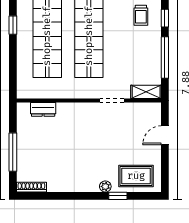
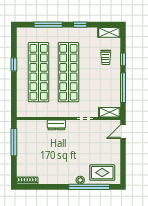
dresser: (43, 109) -> (56, 125), moved
door: (165, 135) -> (123, 132), moved
window: (13, 152) -> (14, 142), moved
window: (118, 196) -> (89, 187), width x3.17

